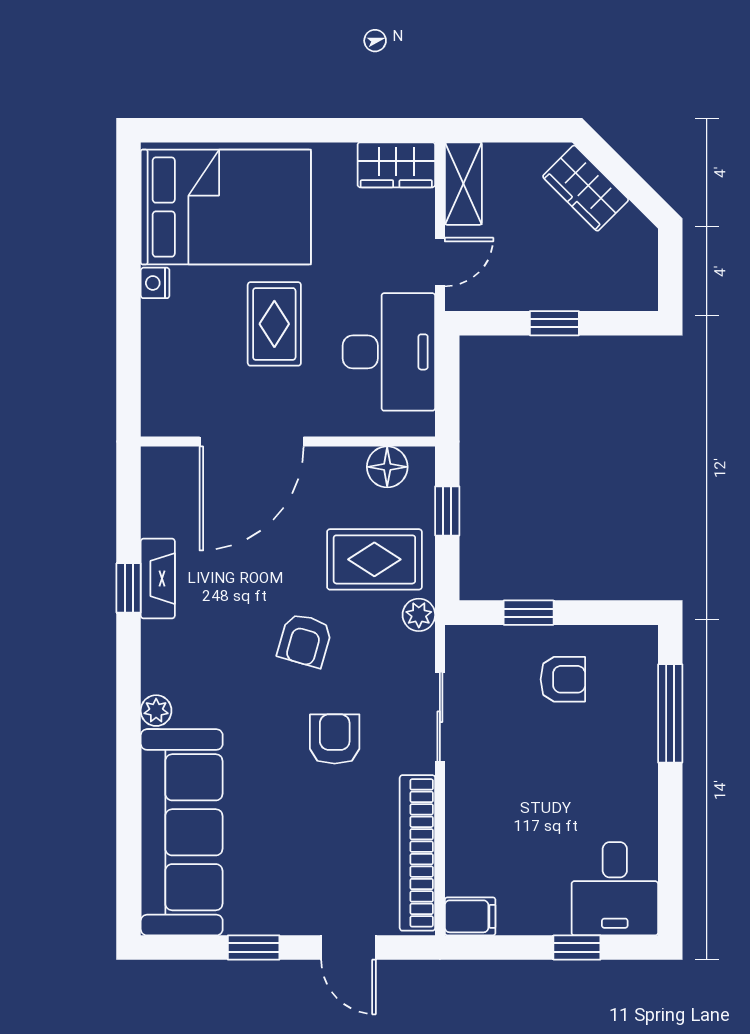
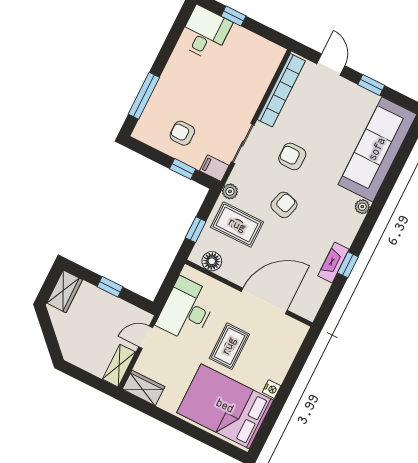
wardrobe: (586, 188) -> (65, 291), moved, turned 45
armchair: (335, 739) -> (292, 156), turned 90
filing cabinet: (470, 916) -> (214, 168), moved

